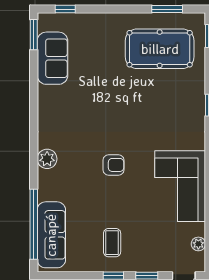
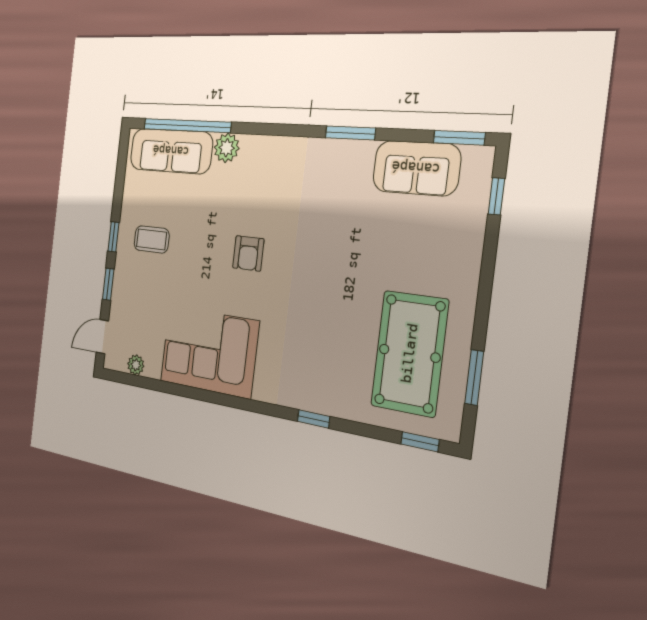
window: (34, 103) -> (350, 133), added
plant: (47, 159) -> (227, 148), moved

